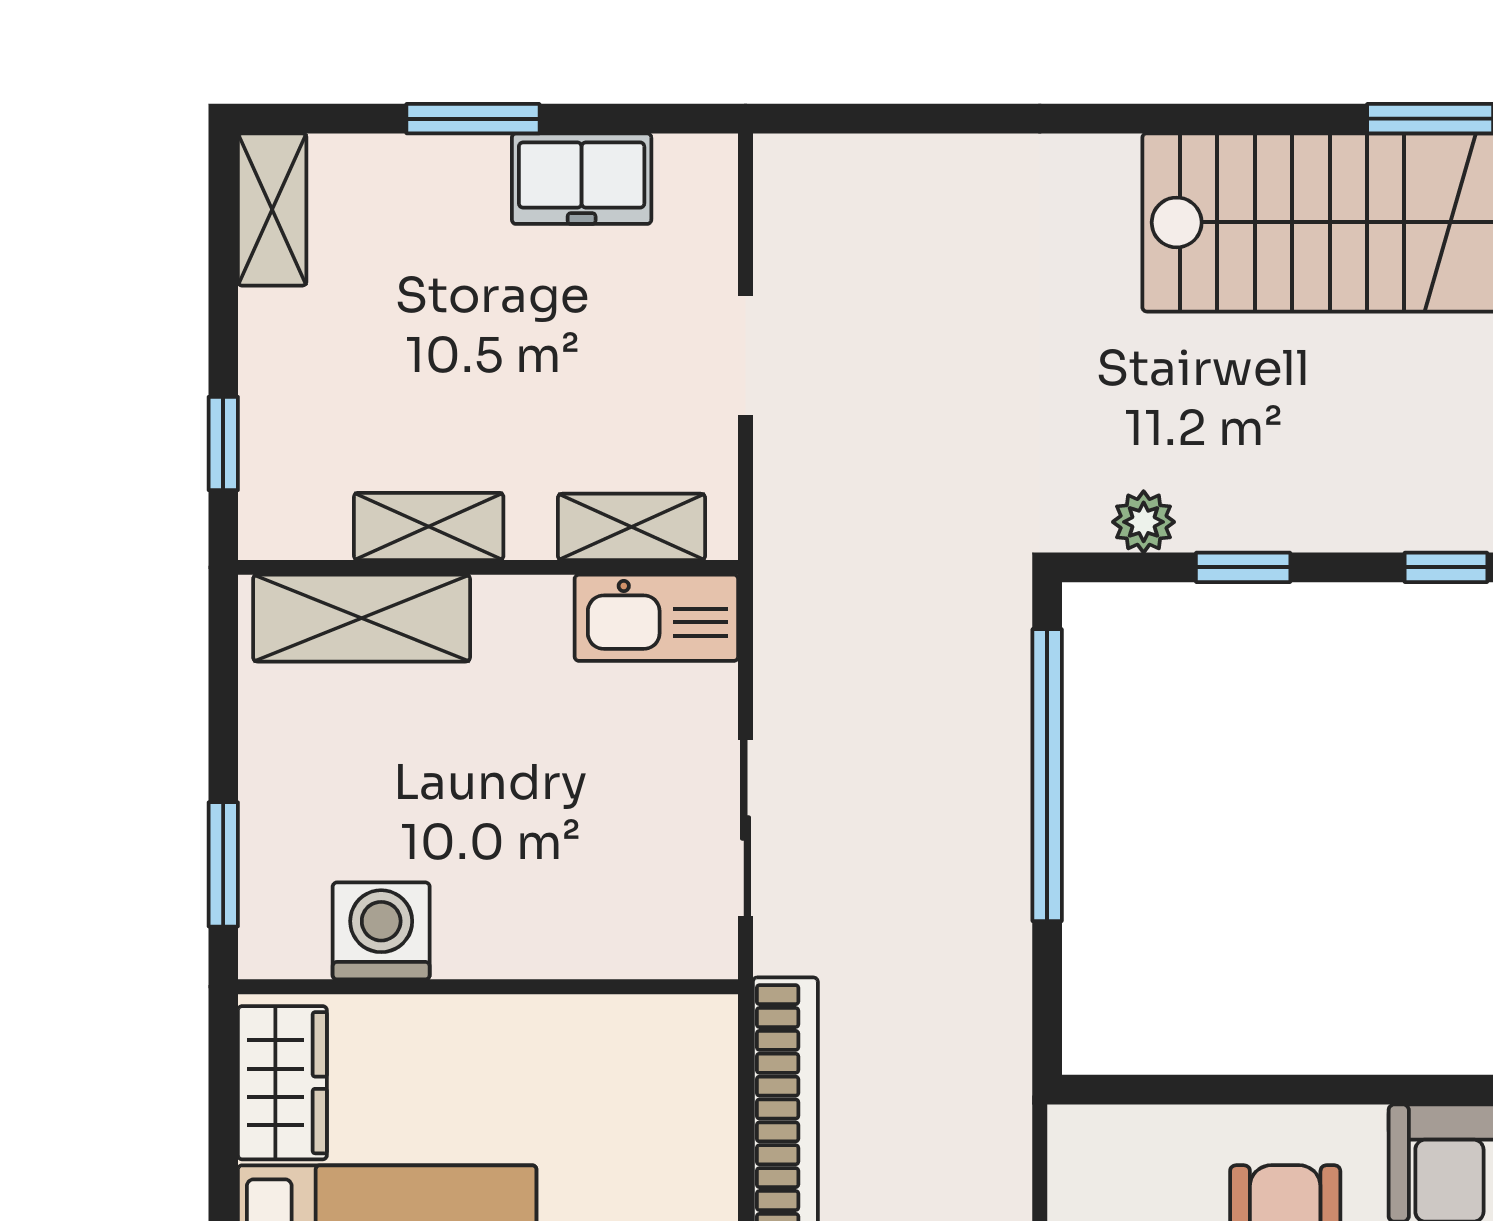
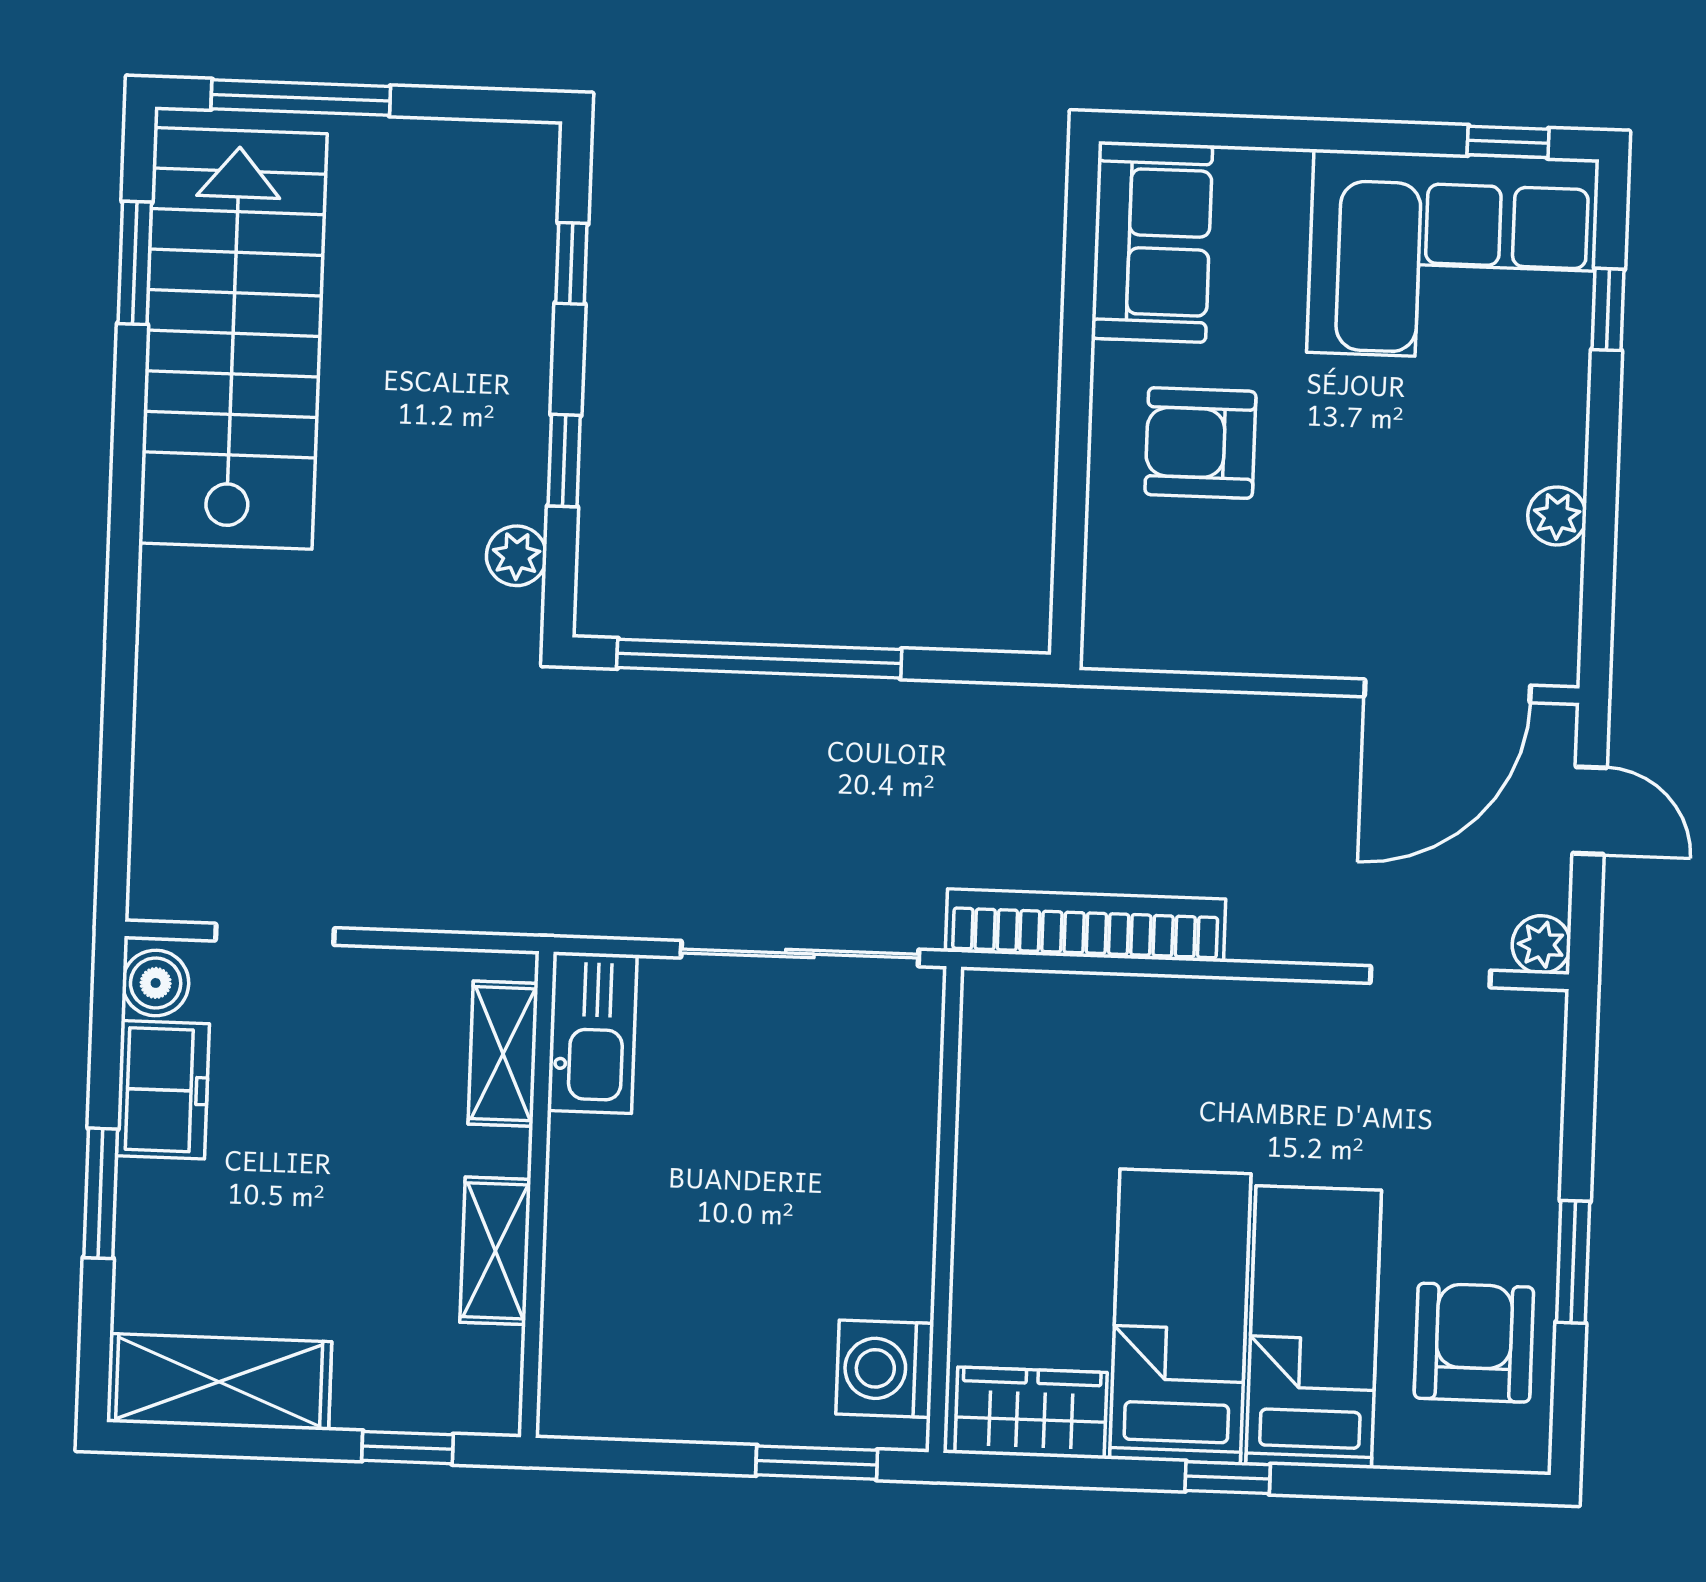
boiler: (691, 167) -> (156, 983), added
shelving: (272, 209) -> (219, 1382), width x1.50, depth x1.33
doorway: (746, 355) -> (275, 934), moved
shelving: (362, 618) -> (582, 1319), removed
sliding door: (746, 828) -> (800, 954), width x1.37
washing machine: (381, 931) -> (885, 1369), moved

